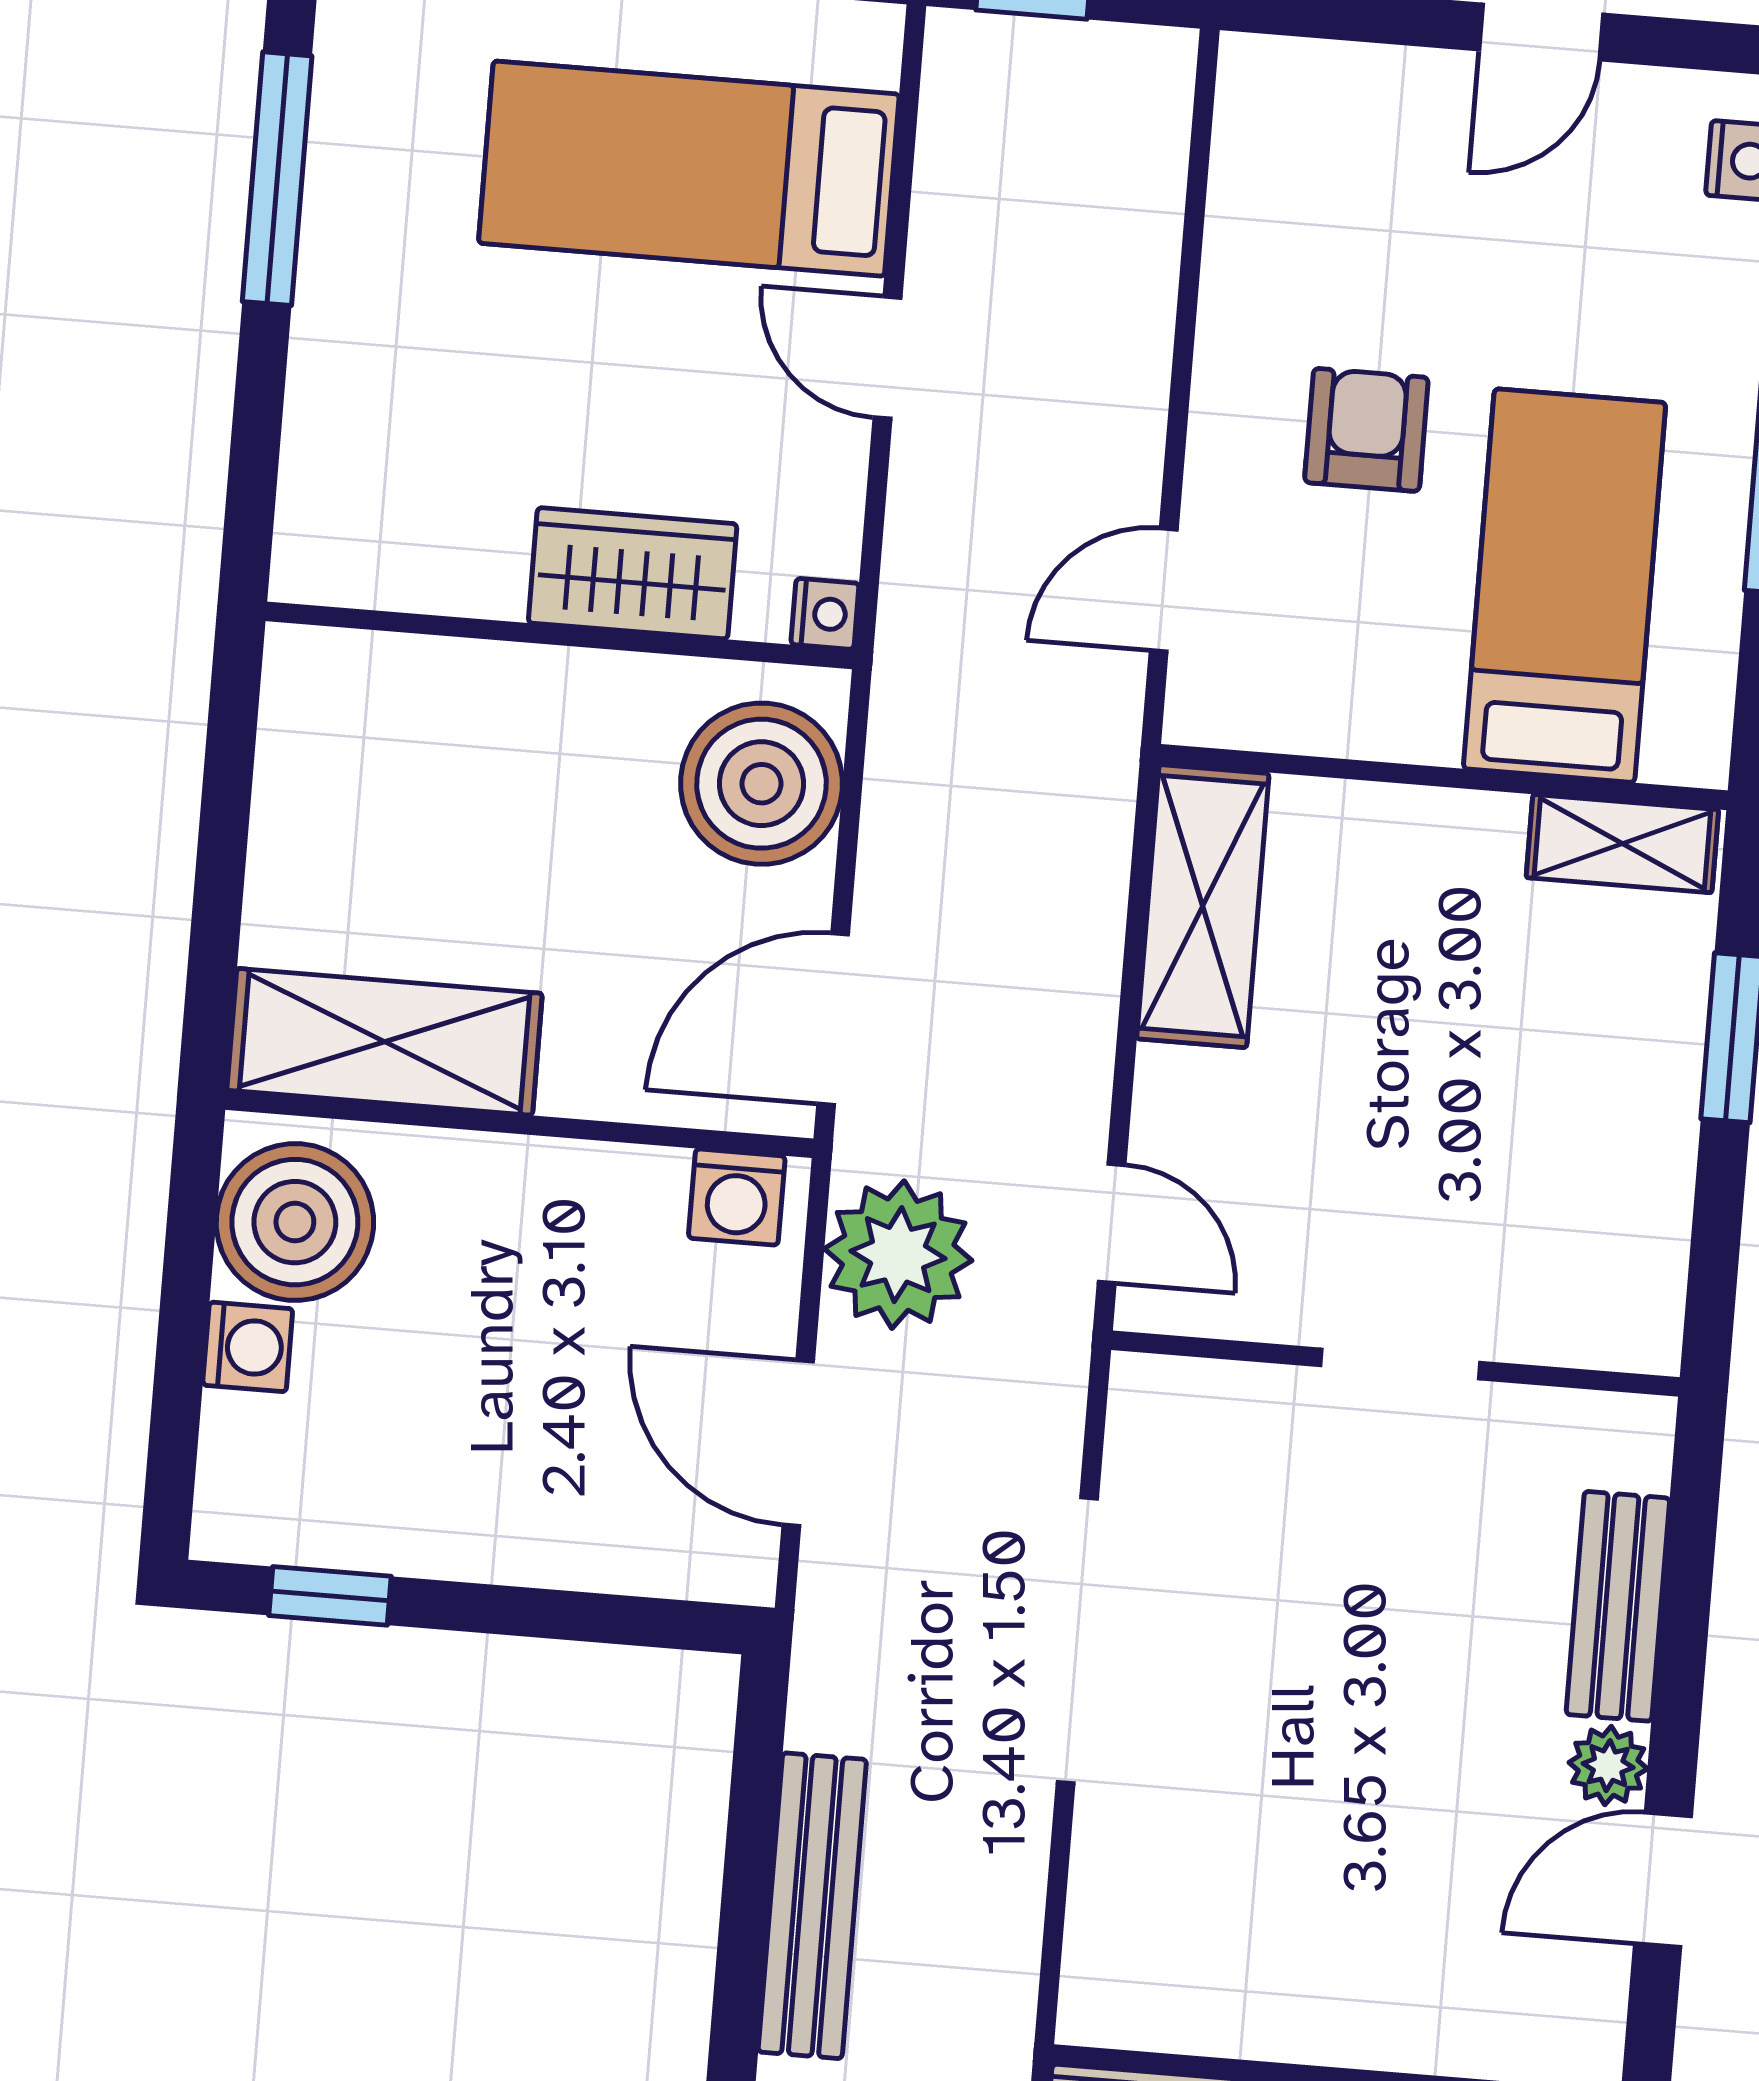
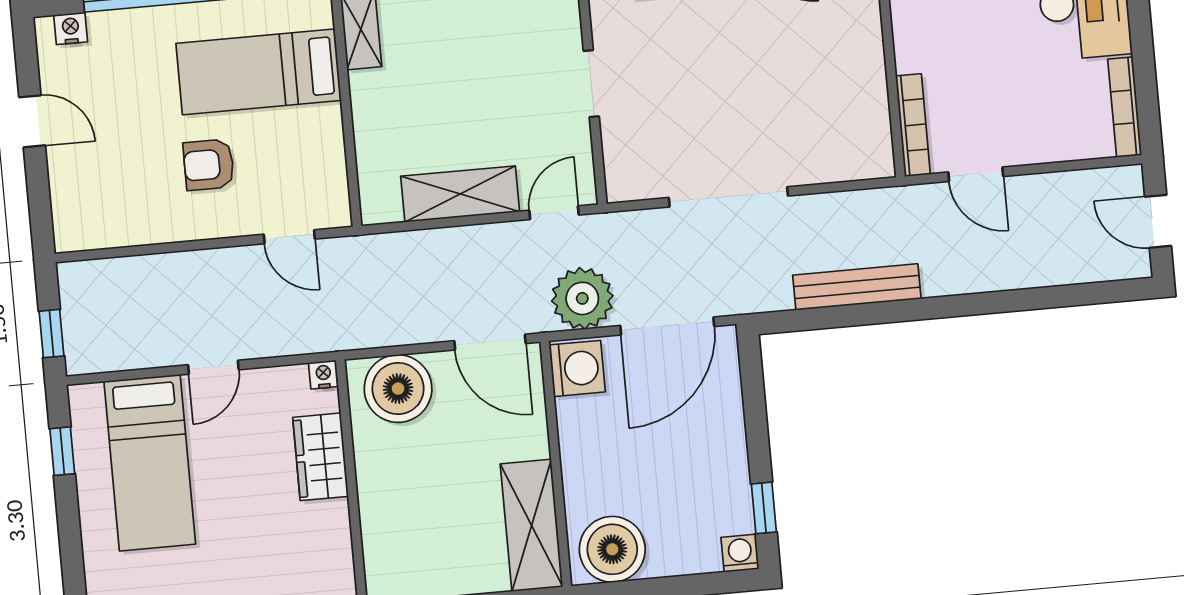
shelving: (1203, 906) -> (460, 194), moved
washing machine: (737, 1197) -> (577, 368), width x1.38, depth x1.38
washing machine: (248, 1347) -> (740, 553), moved
door: (798, 1443) -> (667, 326), width x1.36

